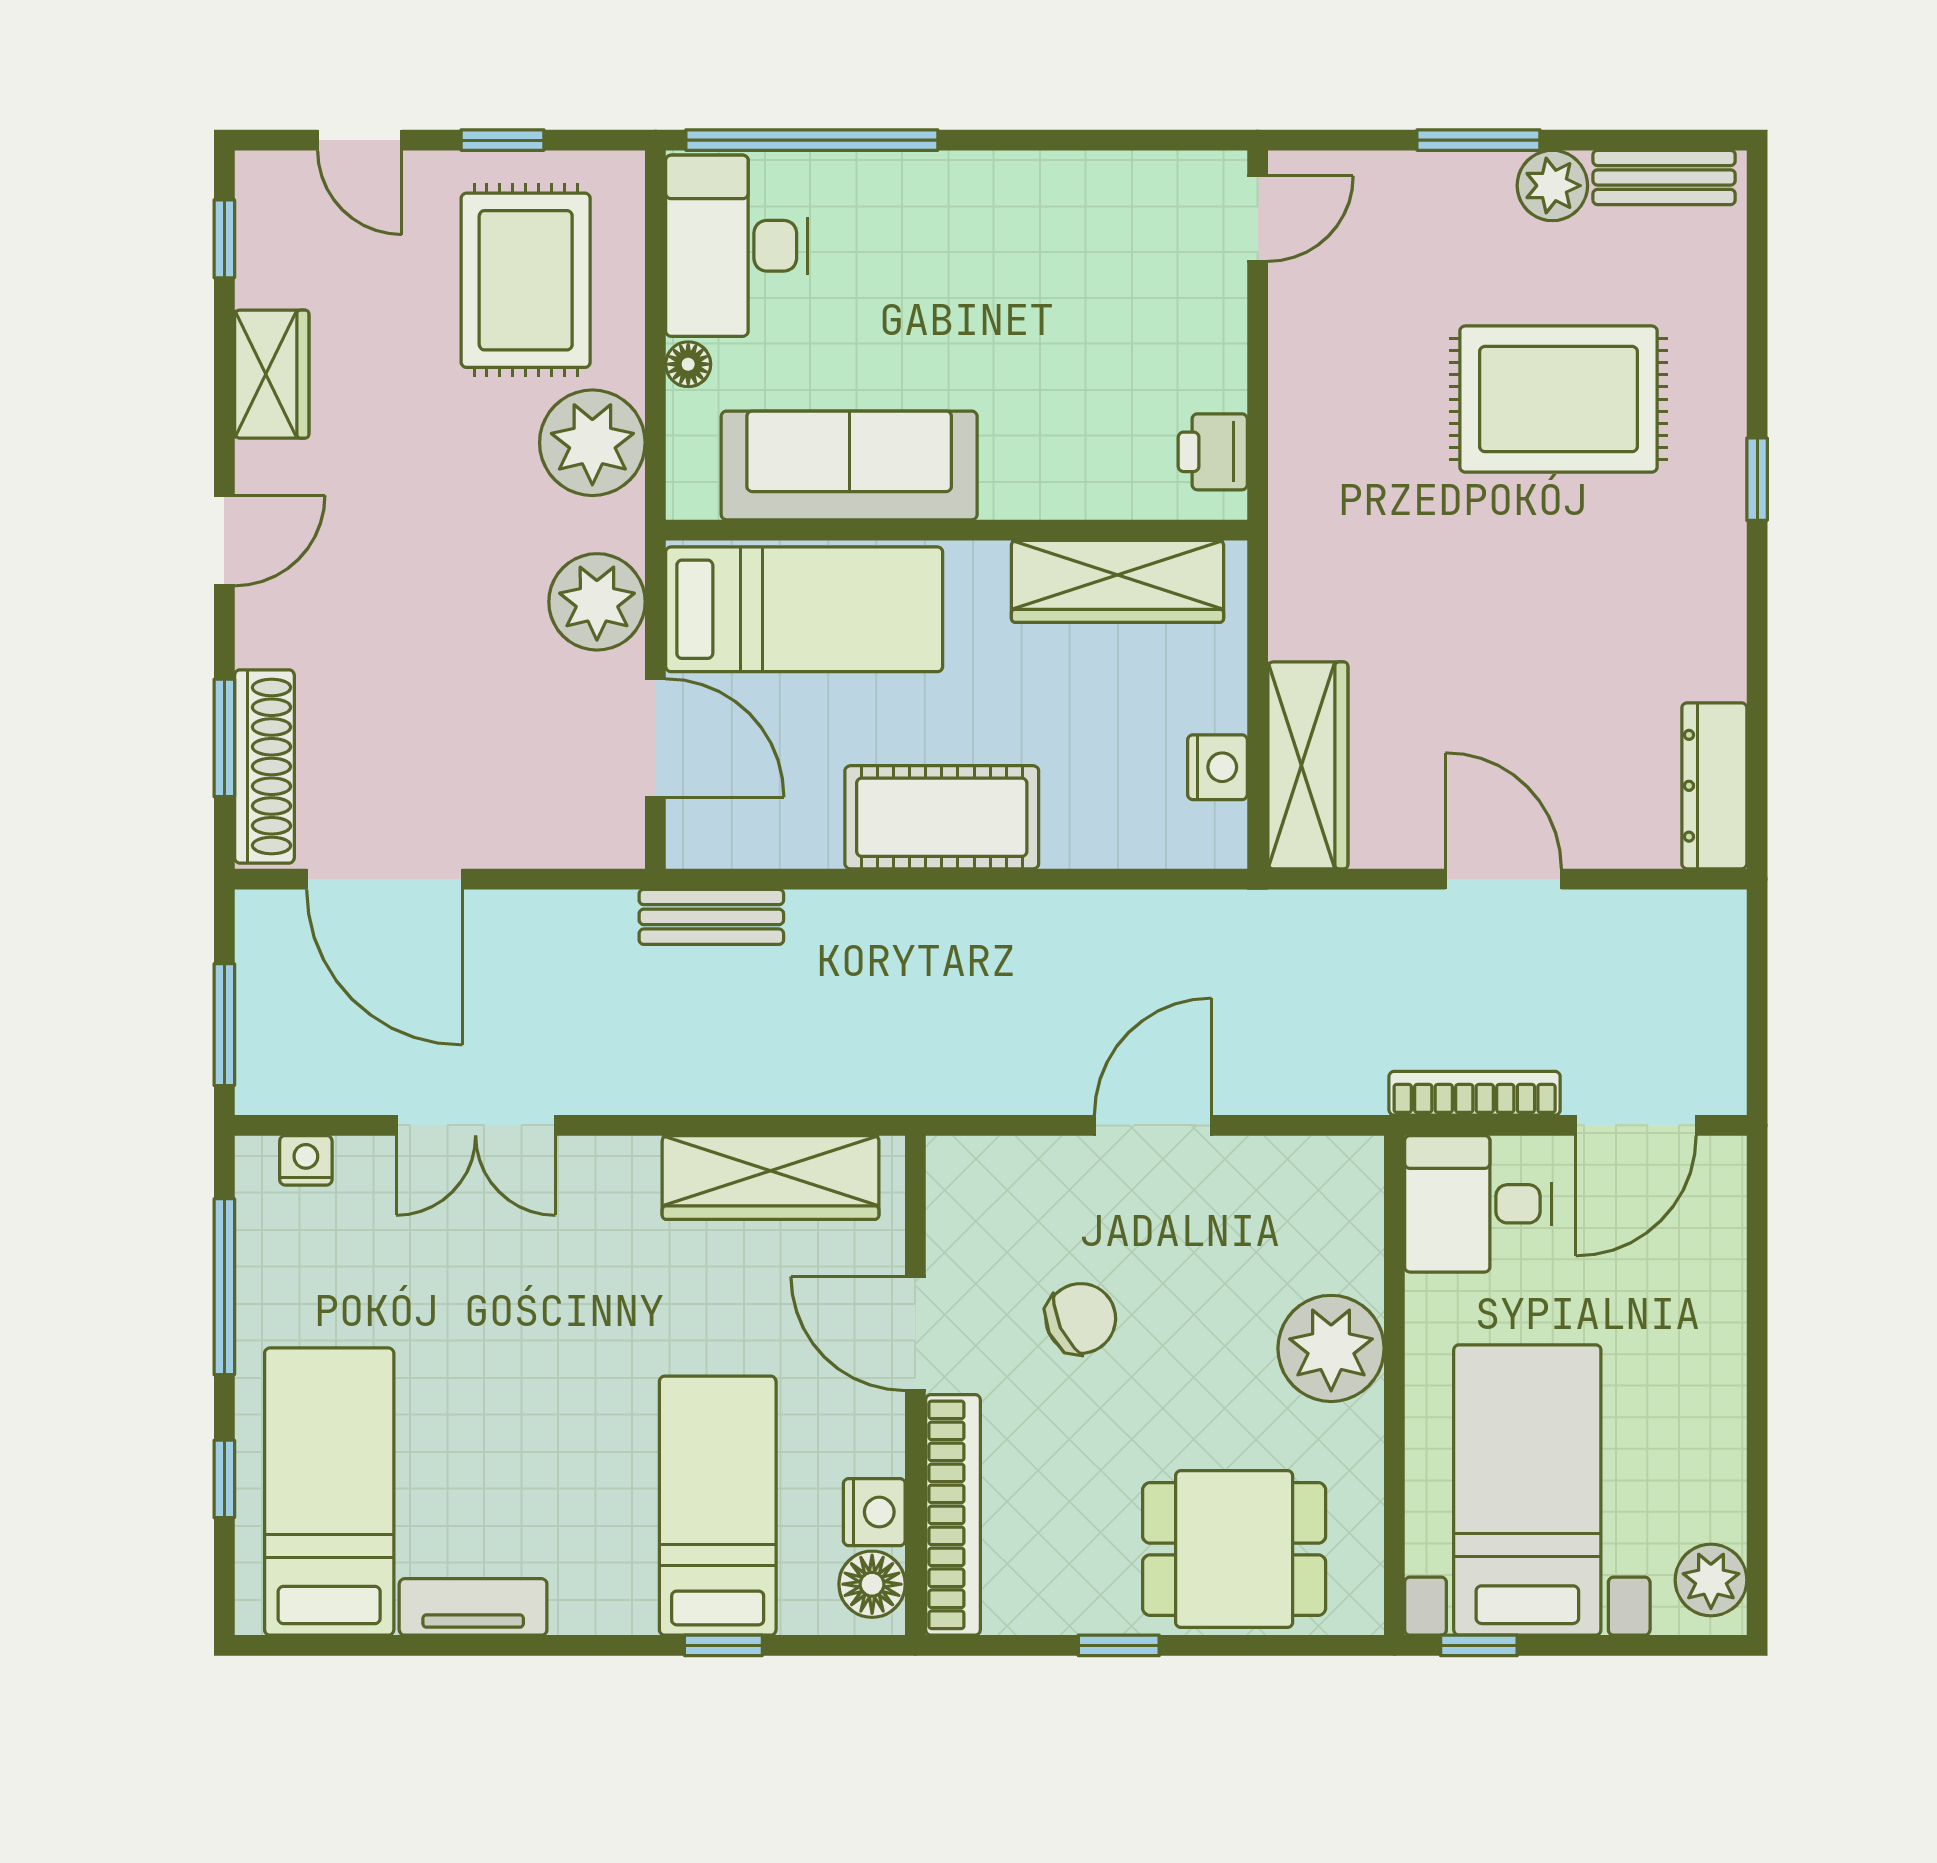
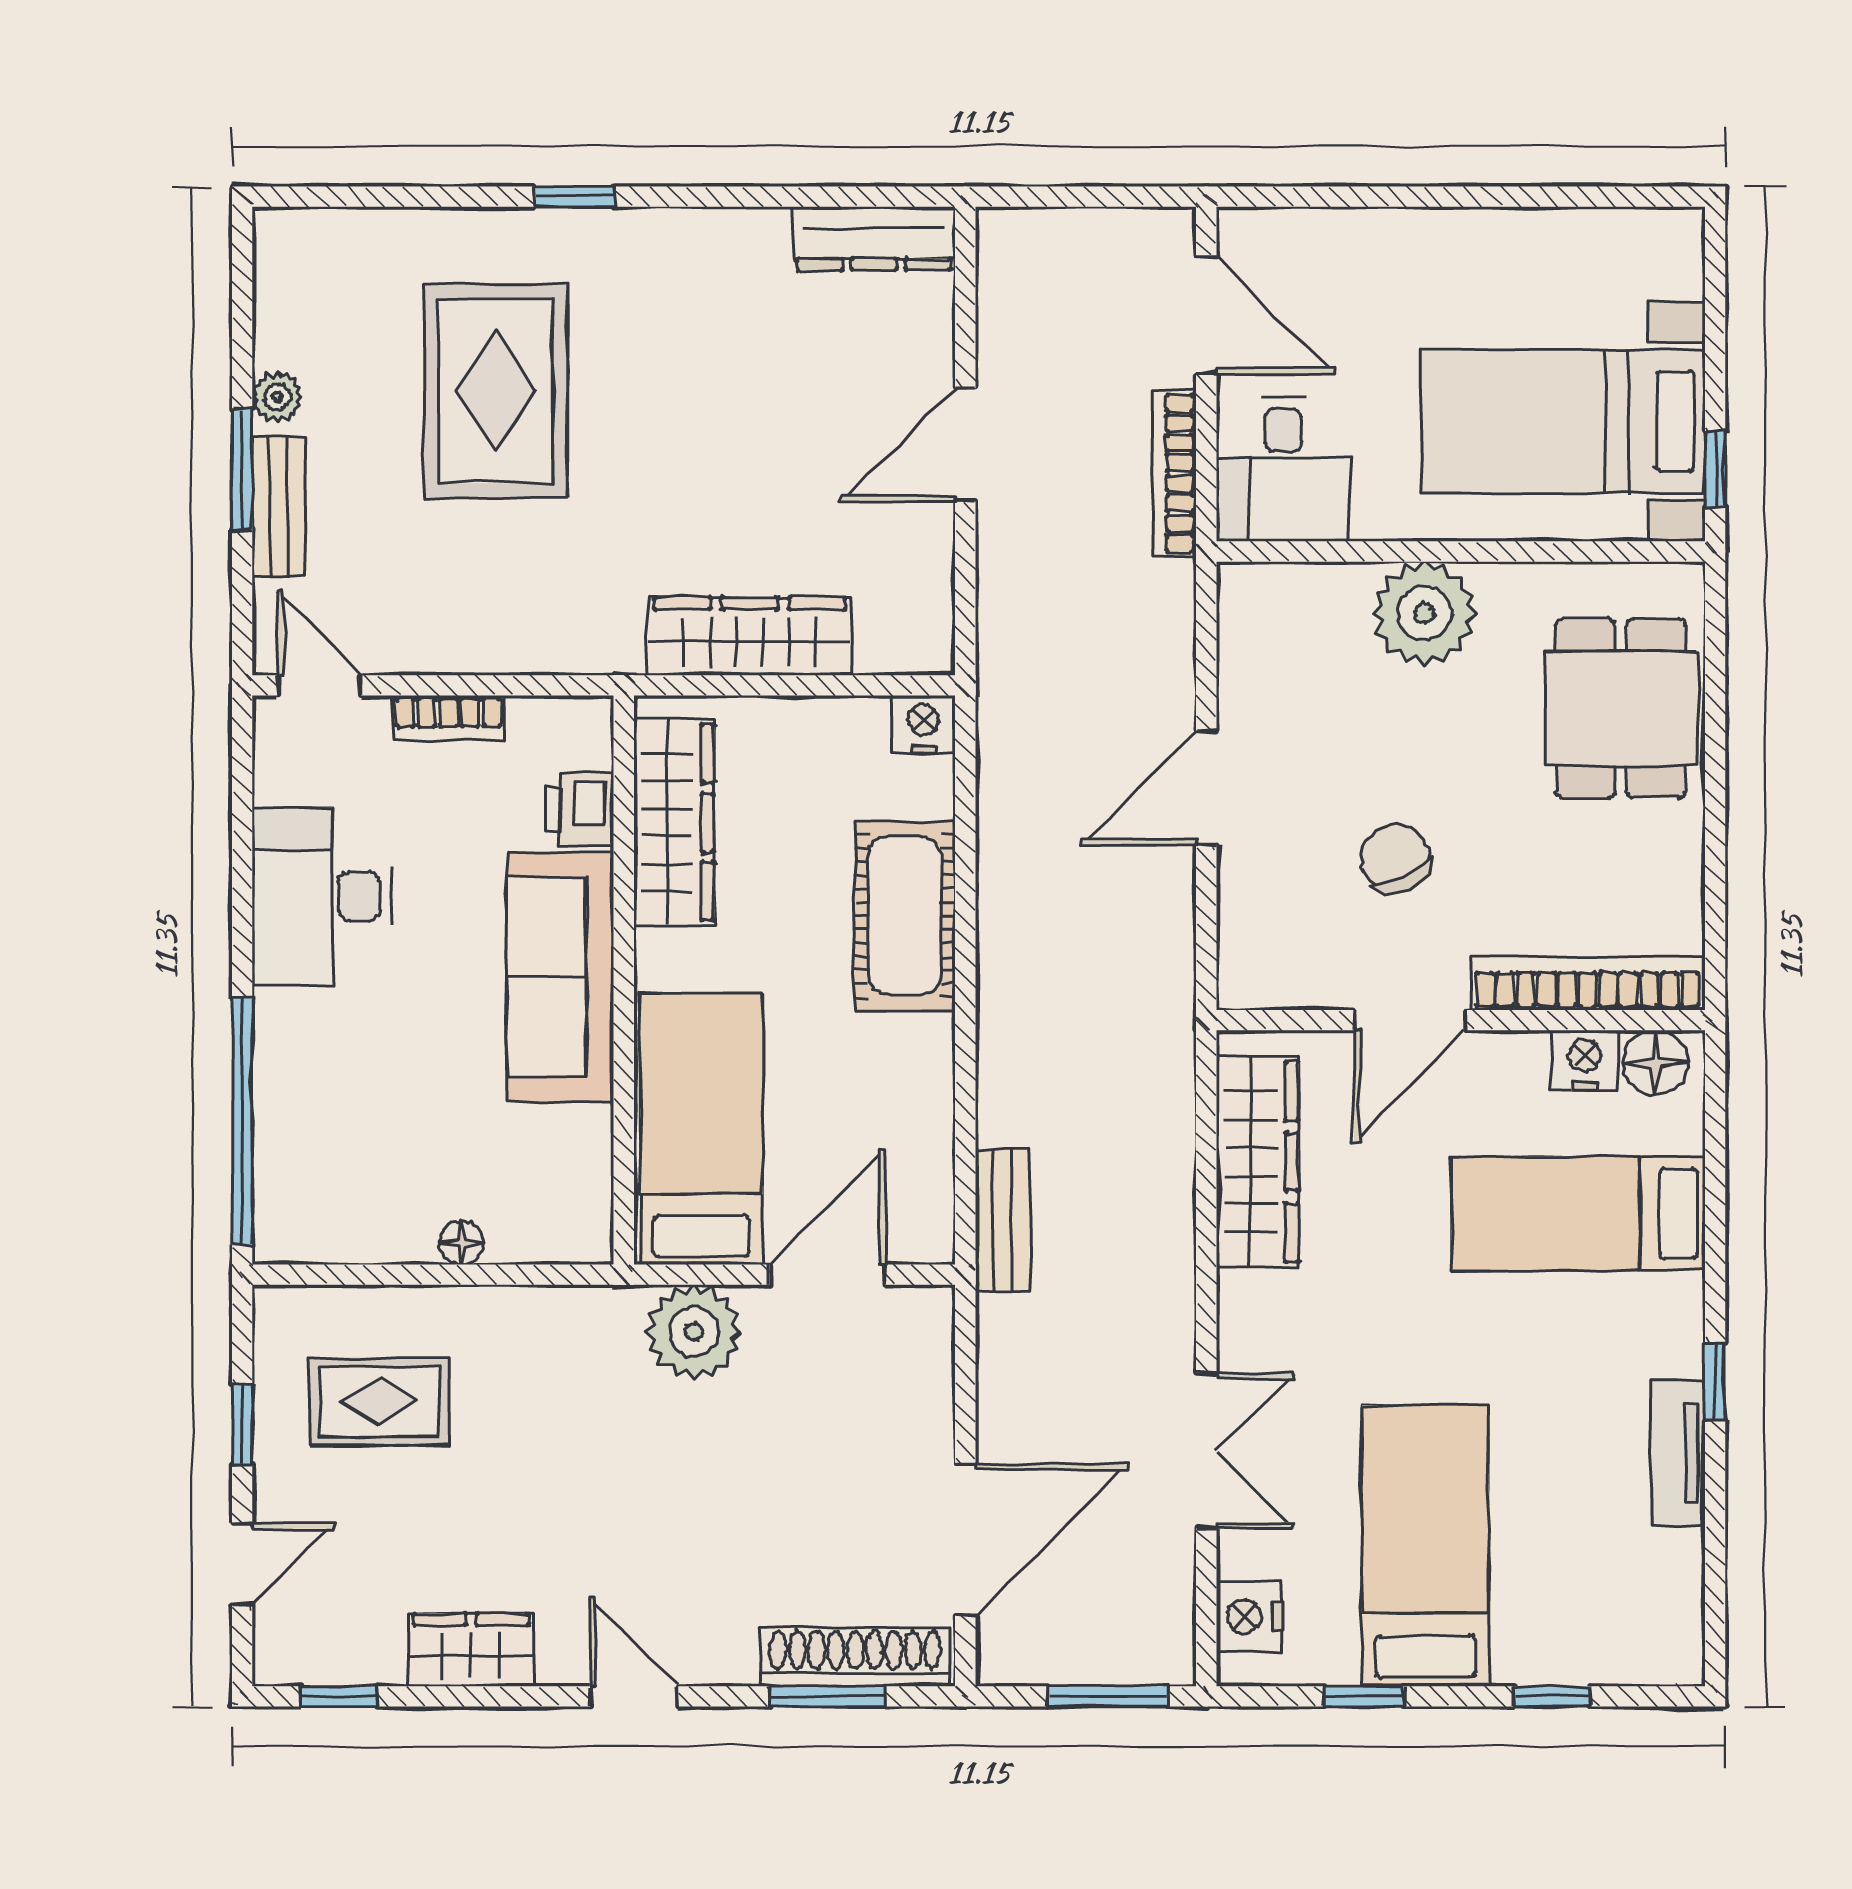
bench: (1664, 177) -> (279, 506), moved
plant: (1552, 186) -> (277, 397), width x0.73, depth x0.73
desk: (737, 246) -> (322, 896), moved, turned 90
rug: (526, 280) -> (379, 1401), width x0.73, depth x0.70
bookcase: (1224, 351) -> (448, 718), added
plant: (592, 443) -> (538, 1336), removed
printer: (1213, 452) -> (580, 809), moved, turned 90
sofa: (849, 465) -> (561, 977), moved
wardrobe: (1308, 765) -> (750, 636), moved
nightstand: (1217, 767) -> (923, 725), moved
cot: (942, 817) -> (905, 916), moved
door: (1153, 1125) -> (1206, 788), hinge flipped
nightstand: (306, 1160) -> (1249, 1617), width x1.39, depth x1.35
window: (224, 1287) -> (1364, 1696), width x0.46
bed: (329, 1492) -> (1425, 1546), moved, turned 90
plant: (1711, 1580) -> (1651, 242), removed
window: (723, 1645) -> (1715, 1381), moved
window: (1119, 1645) -> (1715, 821), removed

